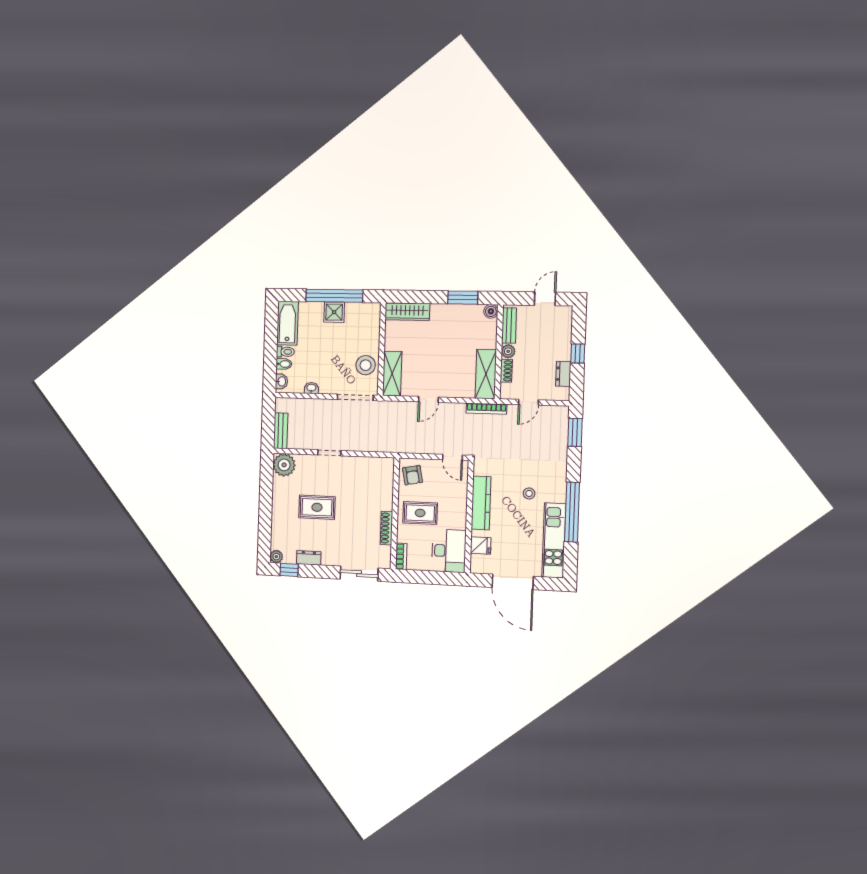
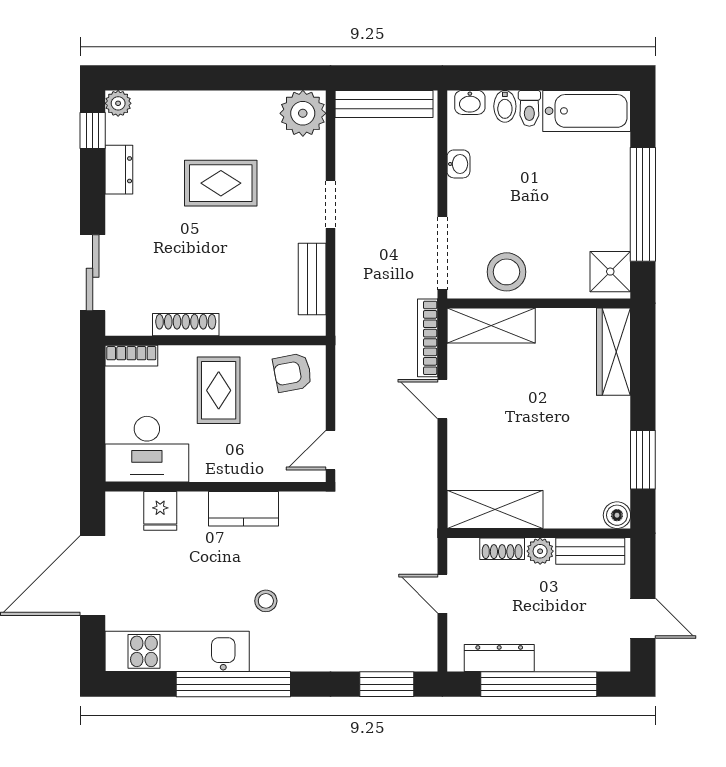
shower: (334, 312) -> (610, 272), moved
window: (578, 354) -> (539, 684), width x3.17
dresser: (563, 374) -> (499, 658), width x1.44
bookcase: (486, 409) -> (428, 338), moved
bench: (281, 431) -> (384, 104), width x1.36
bench: (366, 463) -> (312, 279), added
kitchen counter: (481, 503) -> (244, 509), width x0.67
rug: (317, 507) -> (221, 183), turned 90

